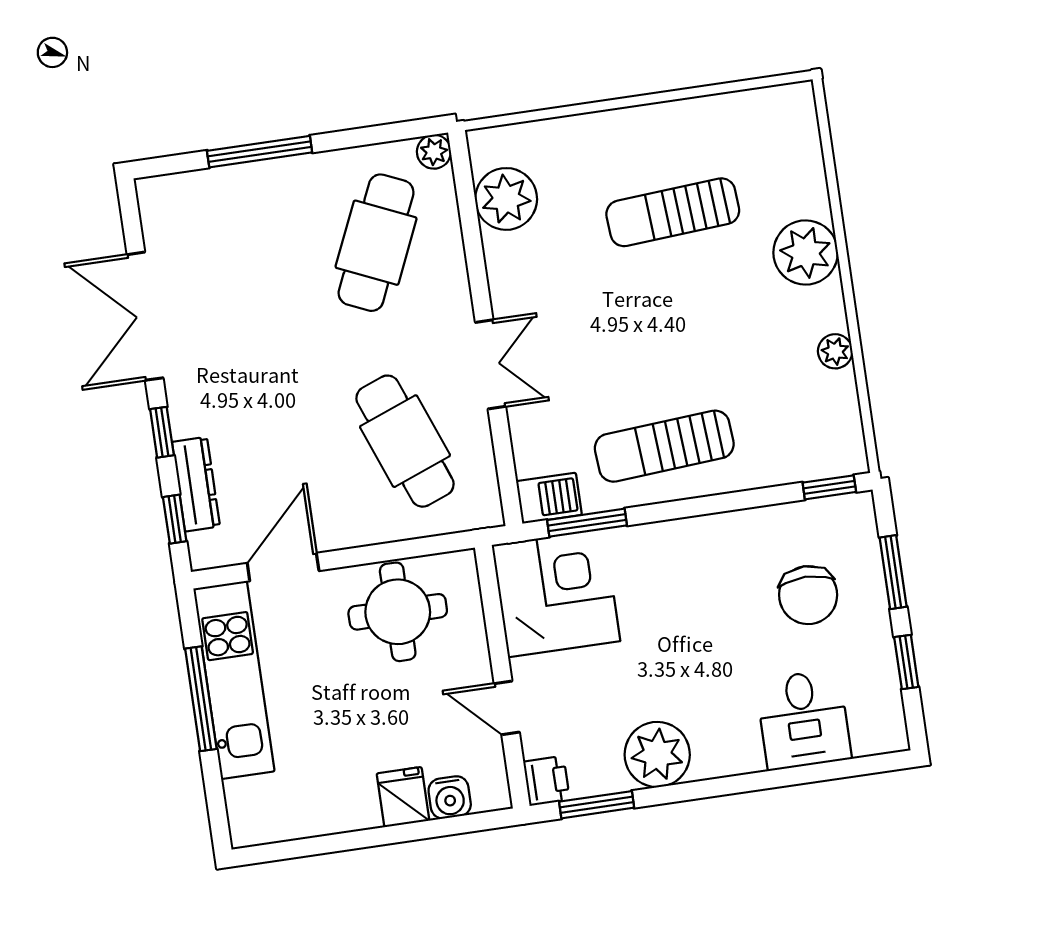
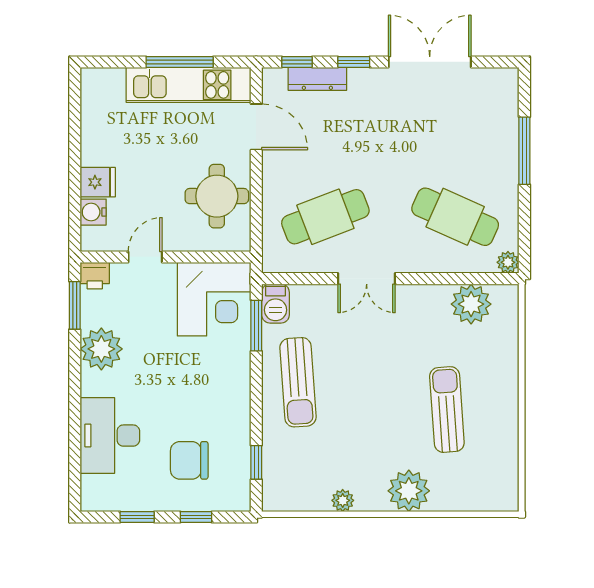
sun lounger: (664, 446) -> (298, 382), turned 180
window: (829, 487) -> (256, 462), moved
window: (893, 572) -> (196, 517), width x0.67
desk: (803, 720) -> (110, 436), width x1.37

